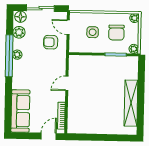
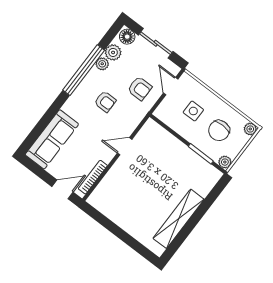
armchair: (51, 42) -> (140, 88), turned 180
plant: (17, 55) -> (102, 64), moved
armchair: (36, 65) -> (105, 102), added

